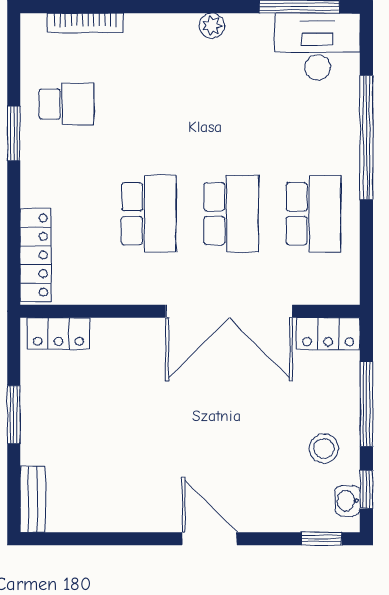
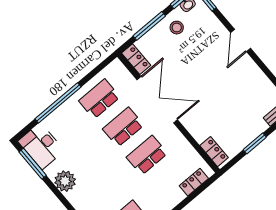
plant: (212, 26) -> (65, 181), width x1.88, depth x1.88
locker: (36, 255) -> (194, 182), width x0.66

